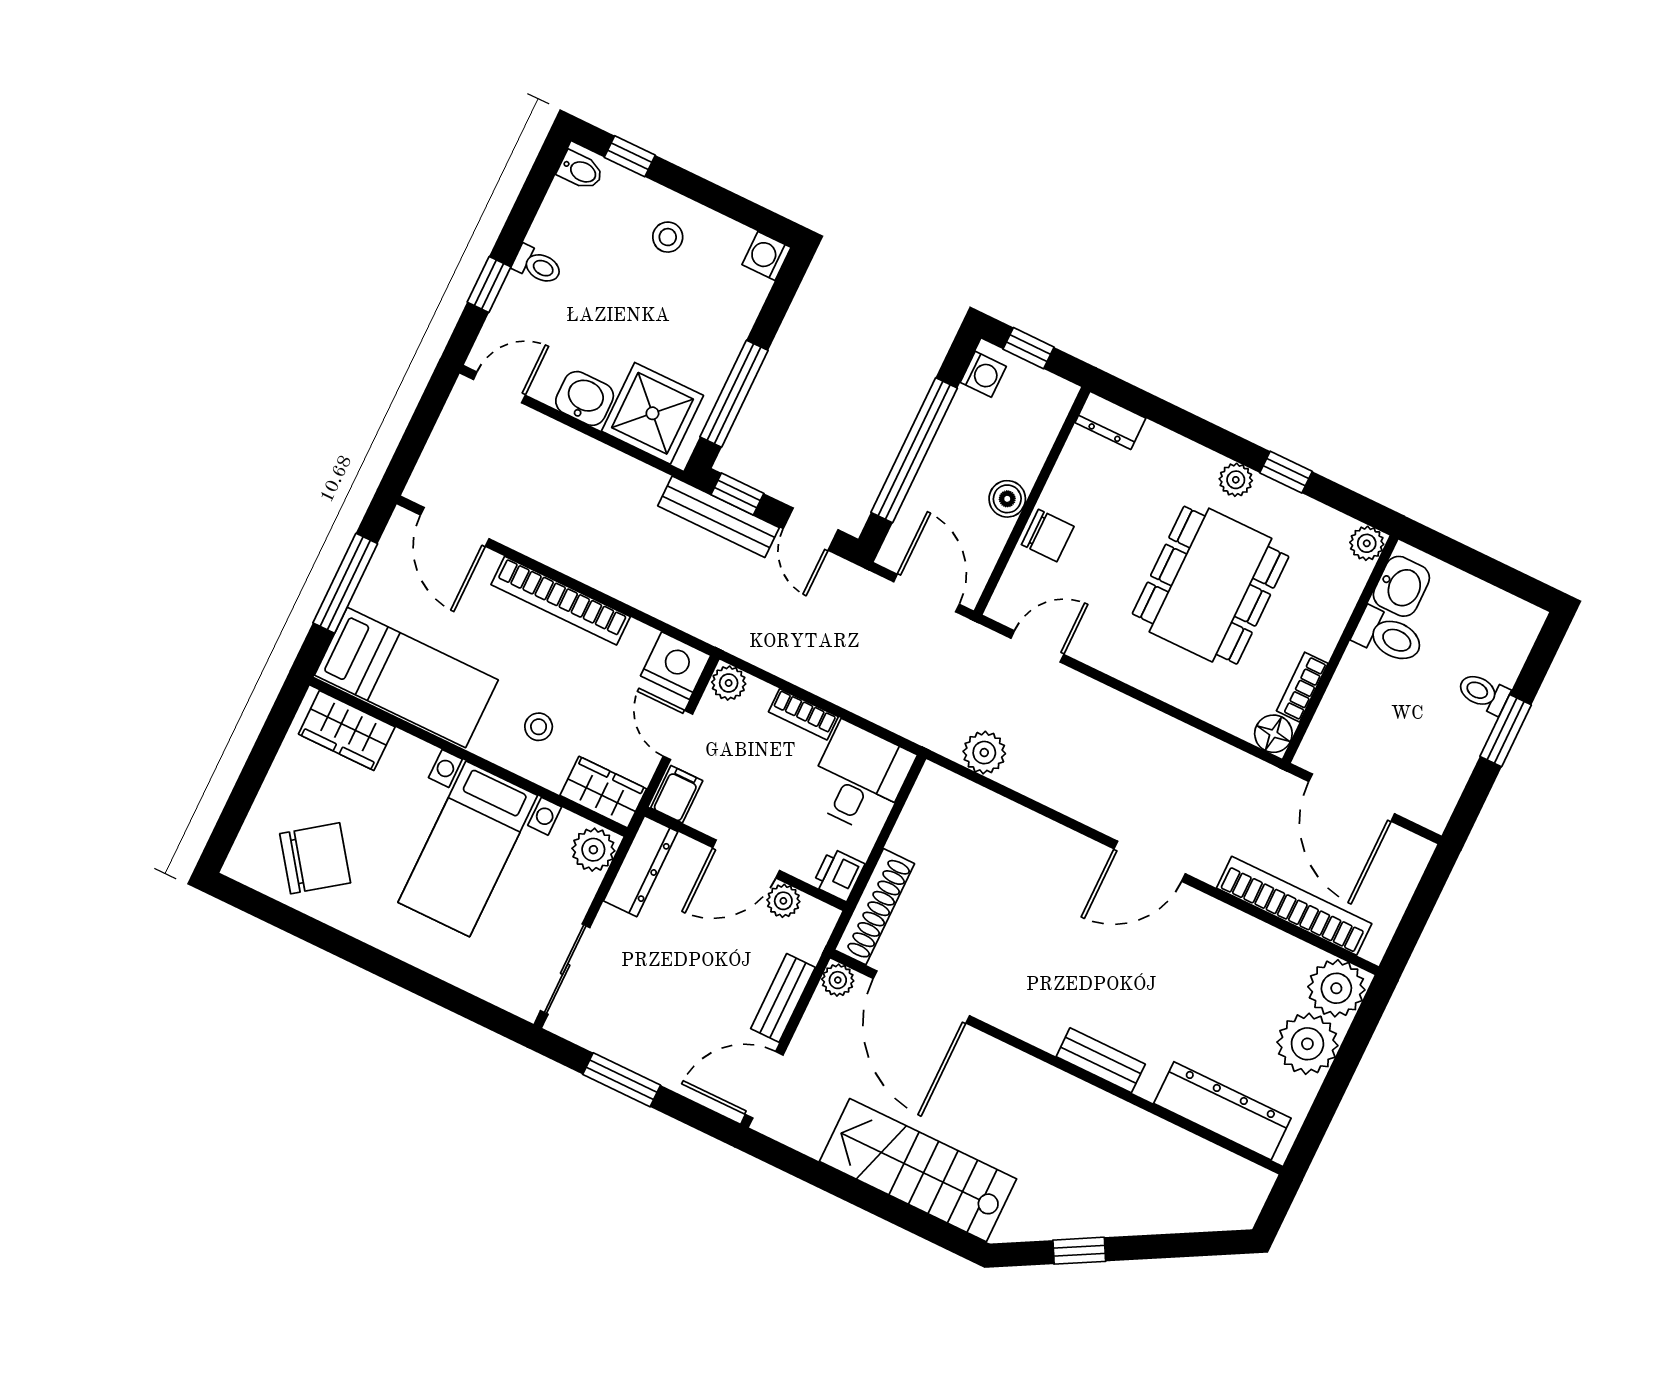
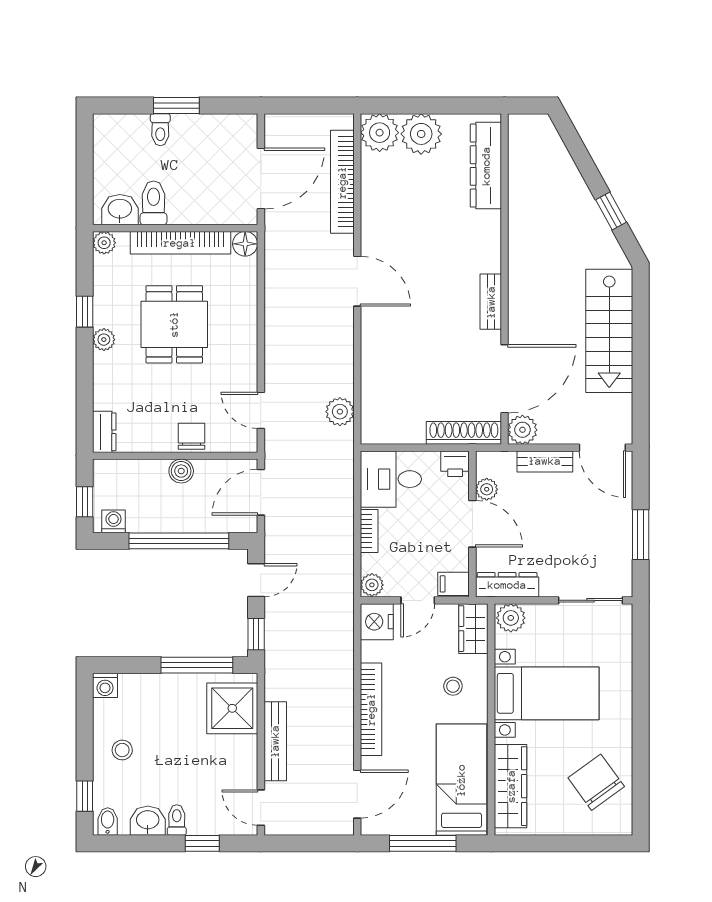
washbasin: (585, 398) -> (148, 821), moved, turned 90
bench: (719, 517) -> (275, 741), moved
dining table: (1211, 585) -> (174, 324), width x0.73
bookcase: (1302, 687) -> (180, 243), width x2.31, depth x1.31
wardrobe: (347, 731) -> (511, 786), width x1.50
plant: (838, 980) -> (522, 430), width x1.38, depth x1.38
bench: (1101, 1060) -> (491, 302), moved

